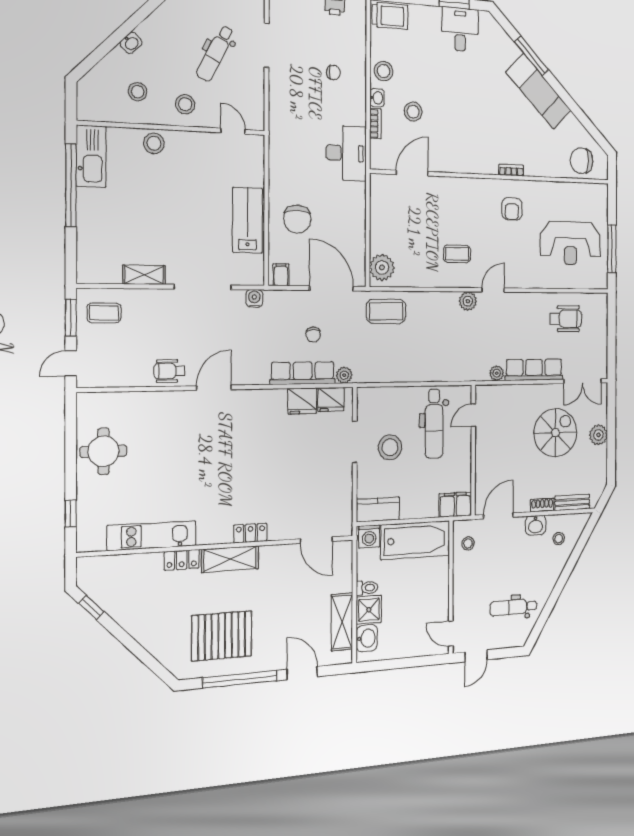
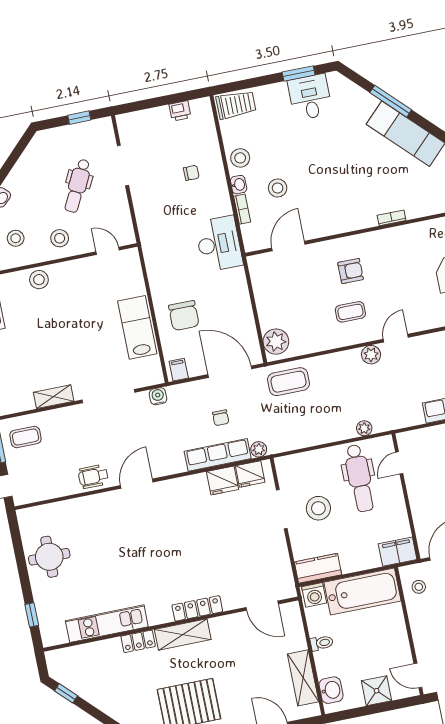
armchair: (512, 209) -> (351, 271), moved, turned -90
plant: (497, 373) -> (364, 428), moved
locker: (250, 533) -> (197, 608), width x1.53
shower: (369, 610) -> (377, 691), moved

